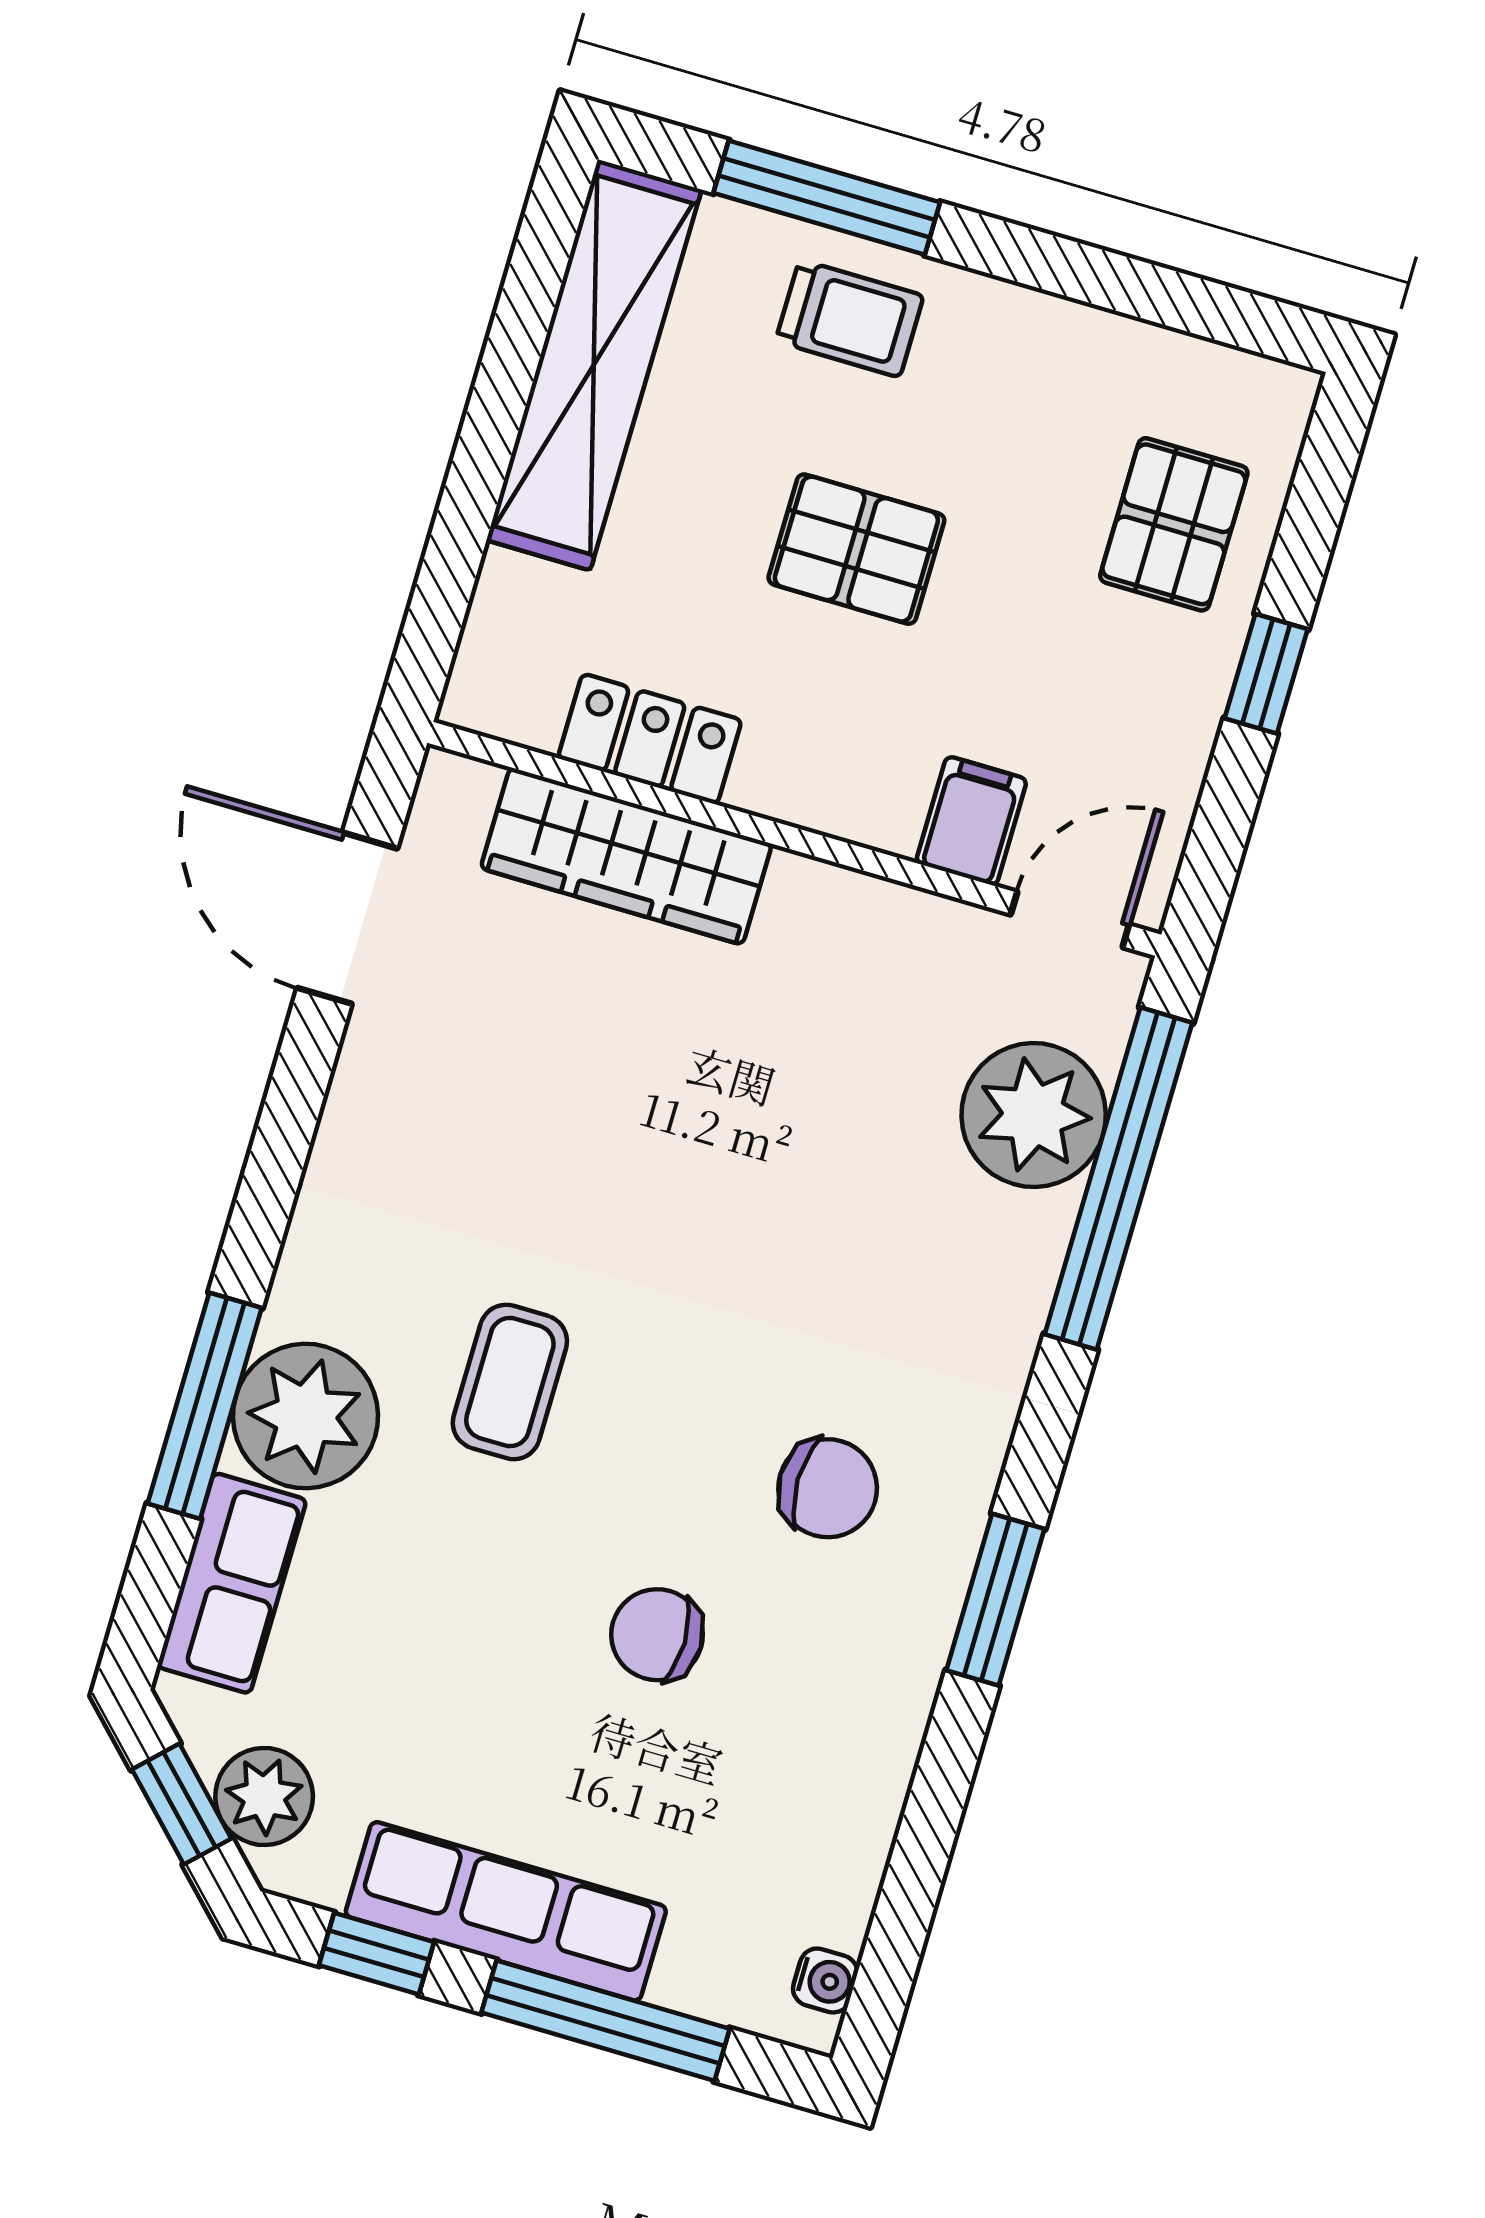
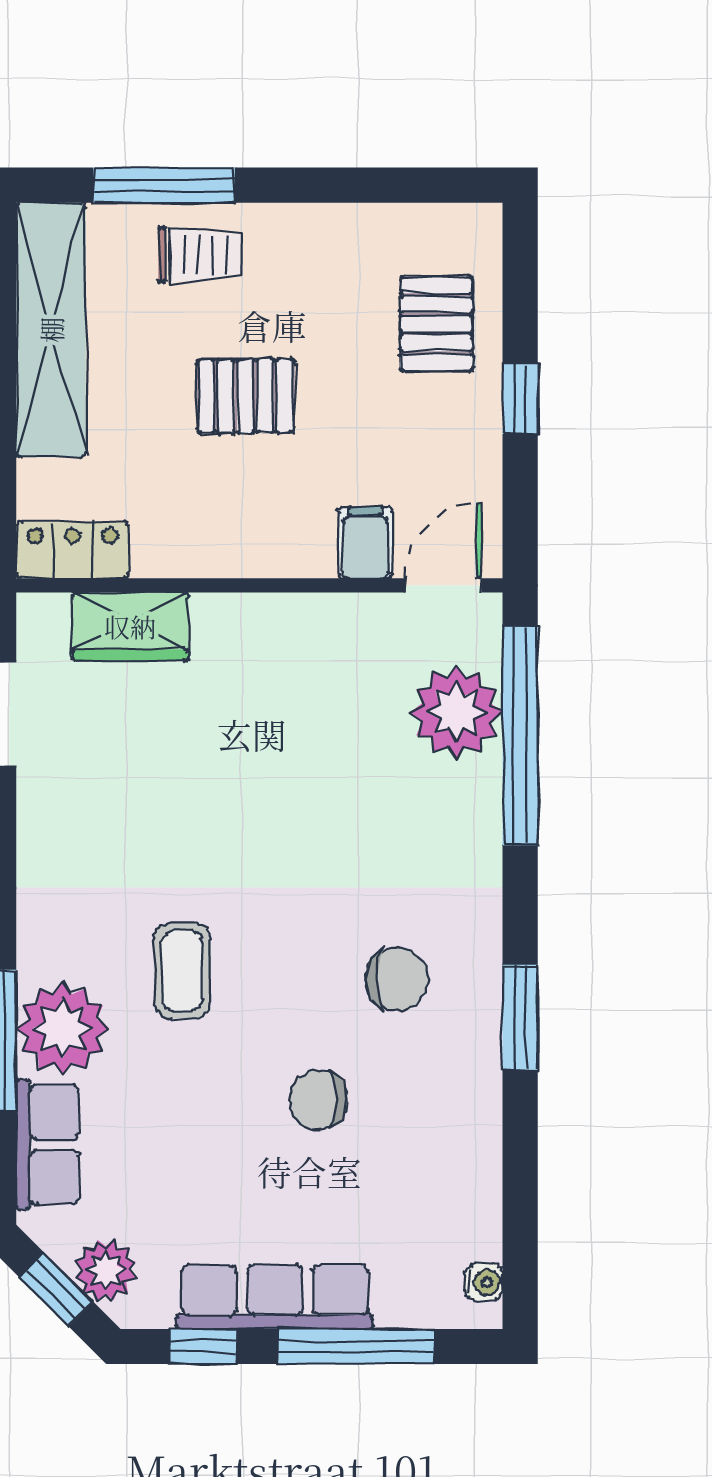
locker: (650, 739) -> (73, 550), moved
wardrobe: (626, 856) -> (130, 626), width x0.67

